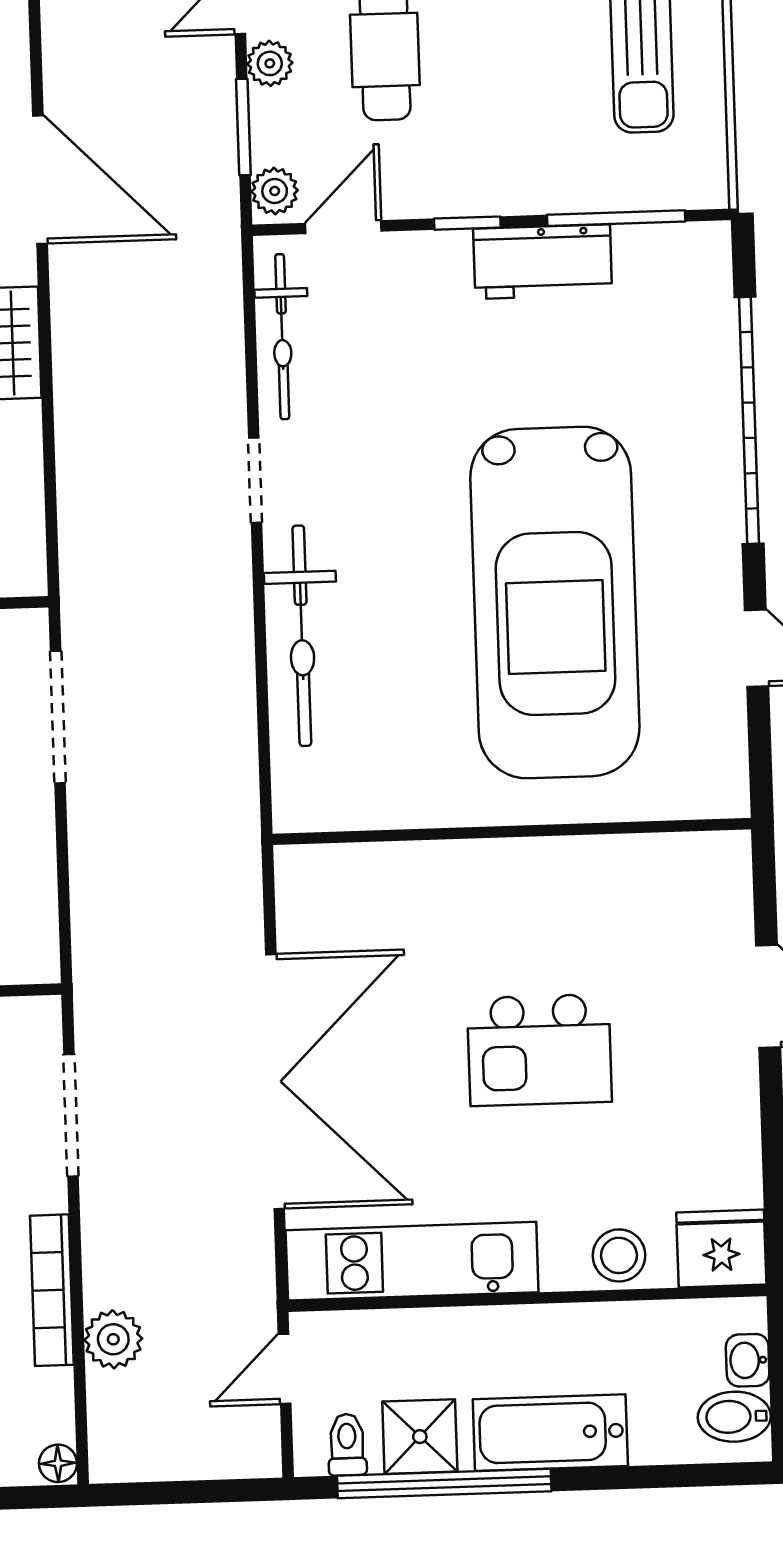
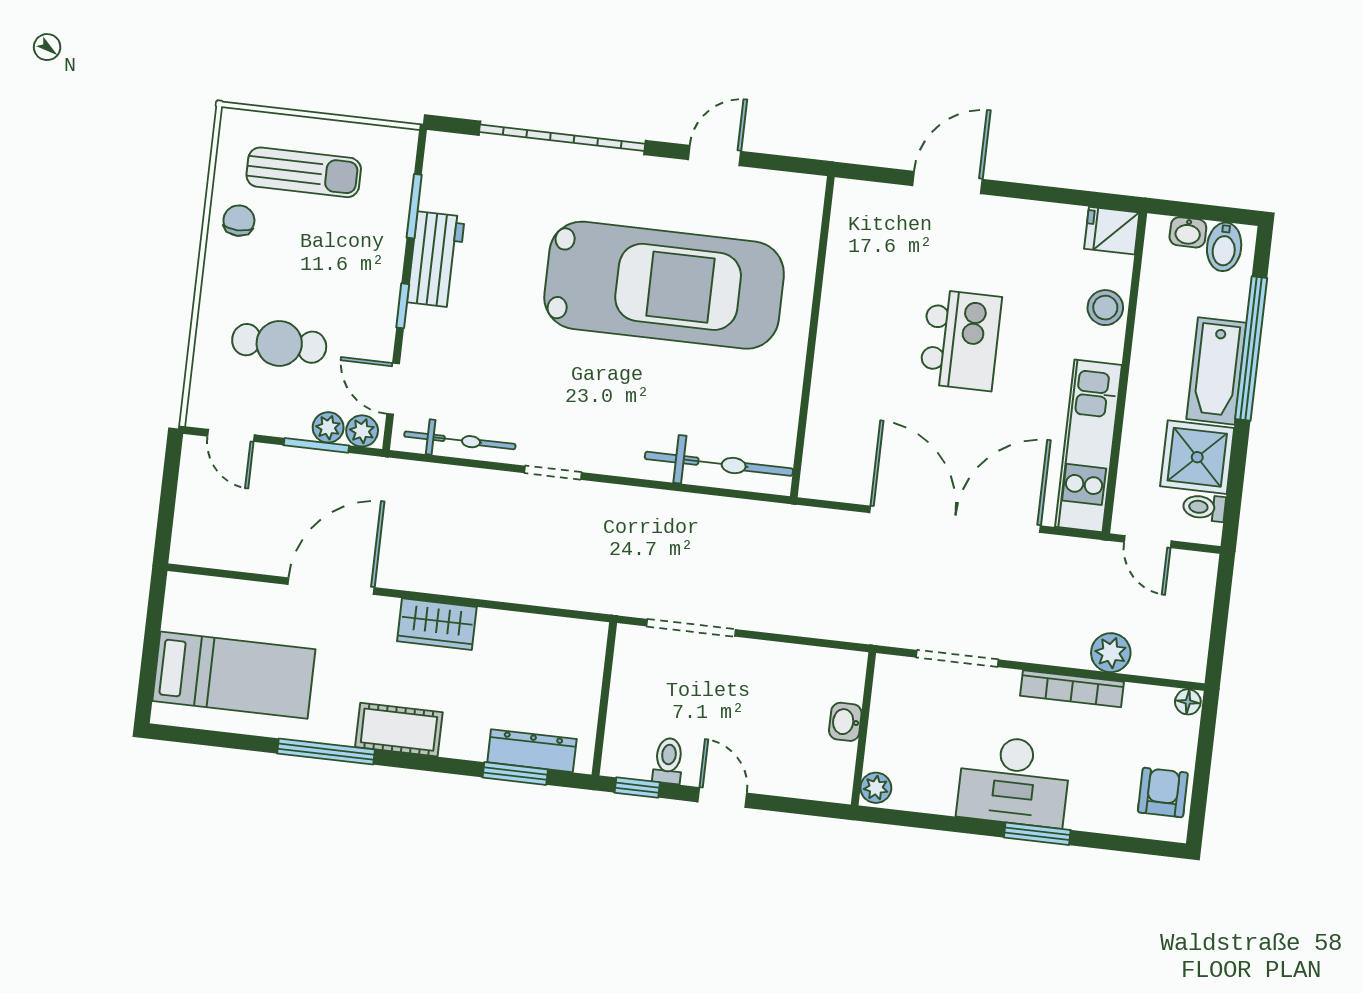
plant: (270, 63) -> (328, 427), moved
window: (616, 218) -> (414, 206), width x0.69
bicycle: (302, 636) -> (719, 464), moved
fridge: (721, 1249) -> (1112, 231), width x0.72
shower: (420, 1437) -> (1197, 457), width x1.36, depth x1.36
window: (444, 1484) -> (1251, 349), moved

